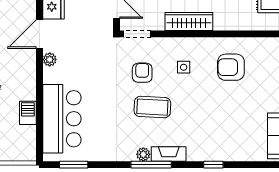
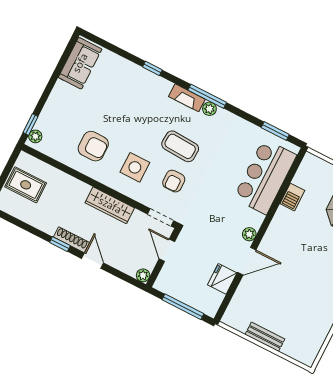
side table: (184, 67) -> (135, 167), width x1.87, depth x1.87

